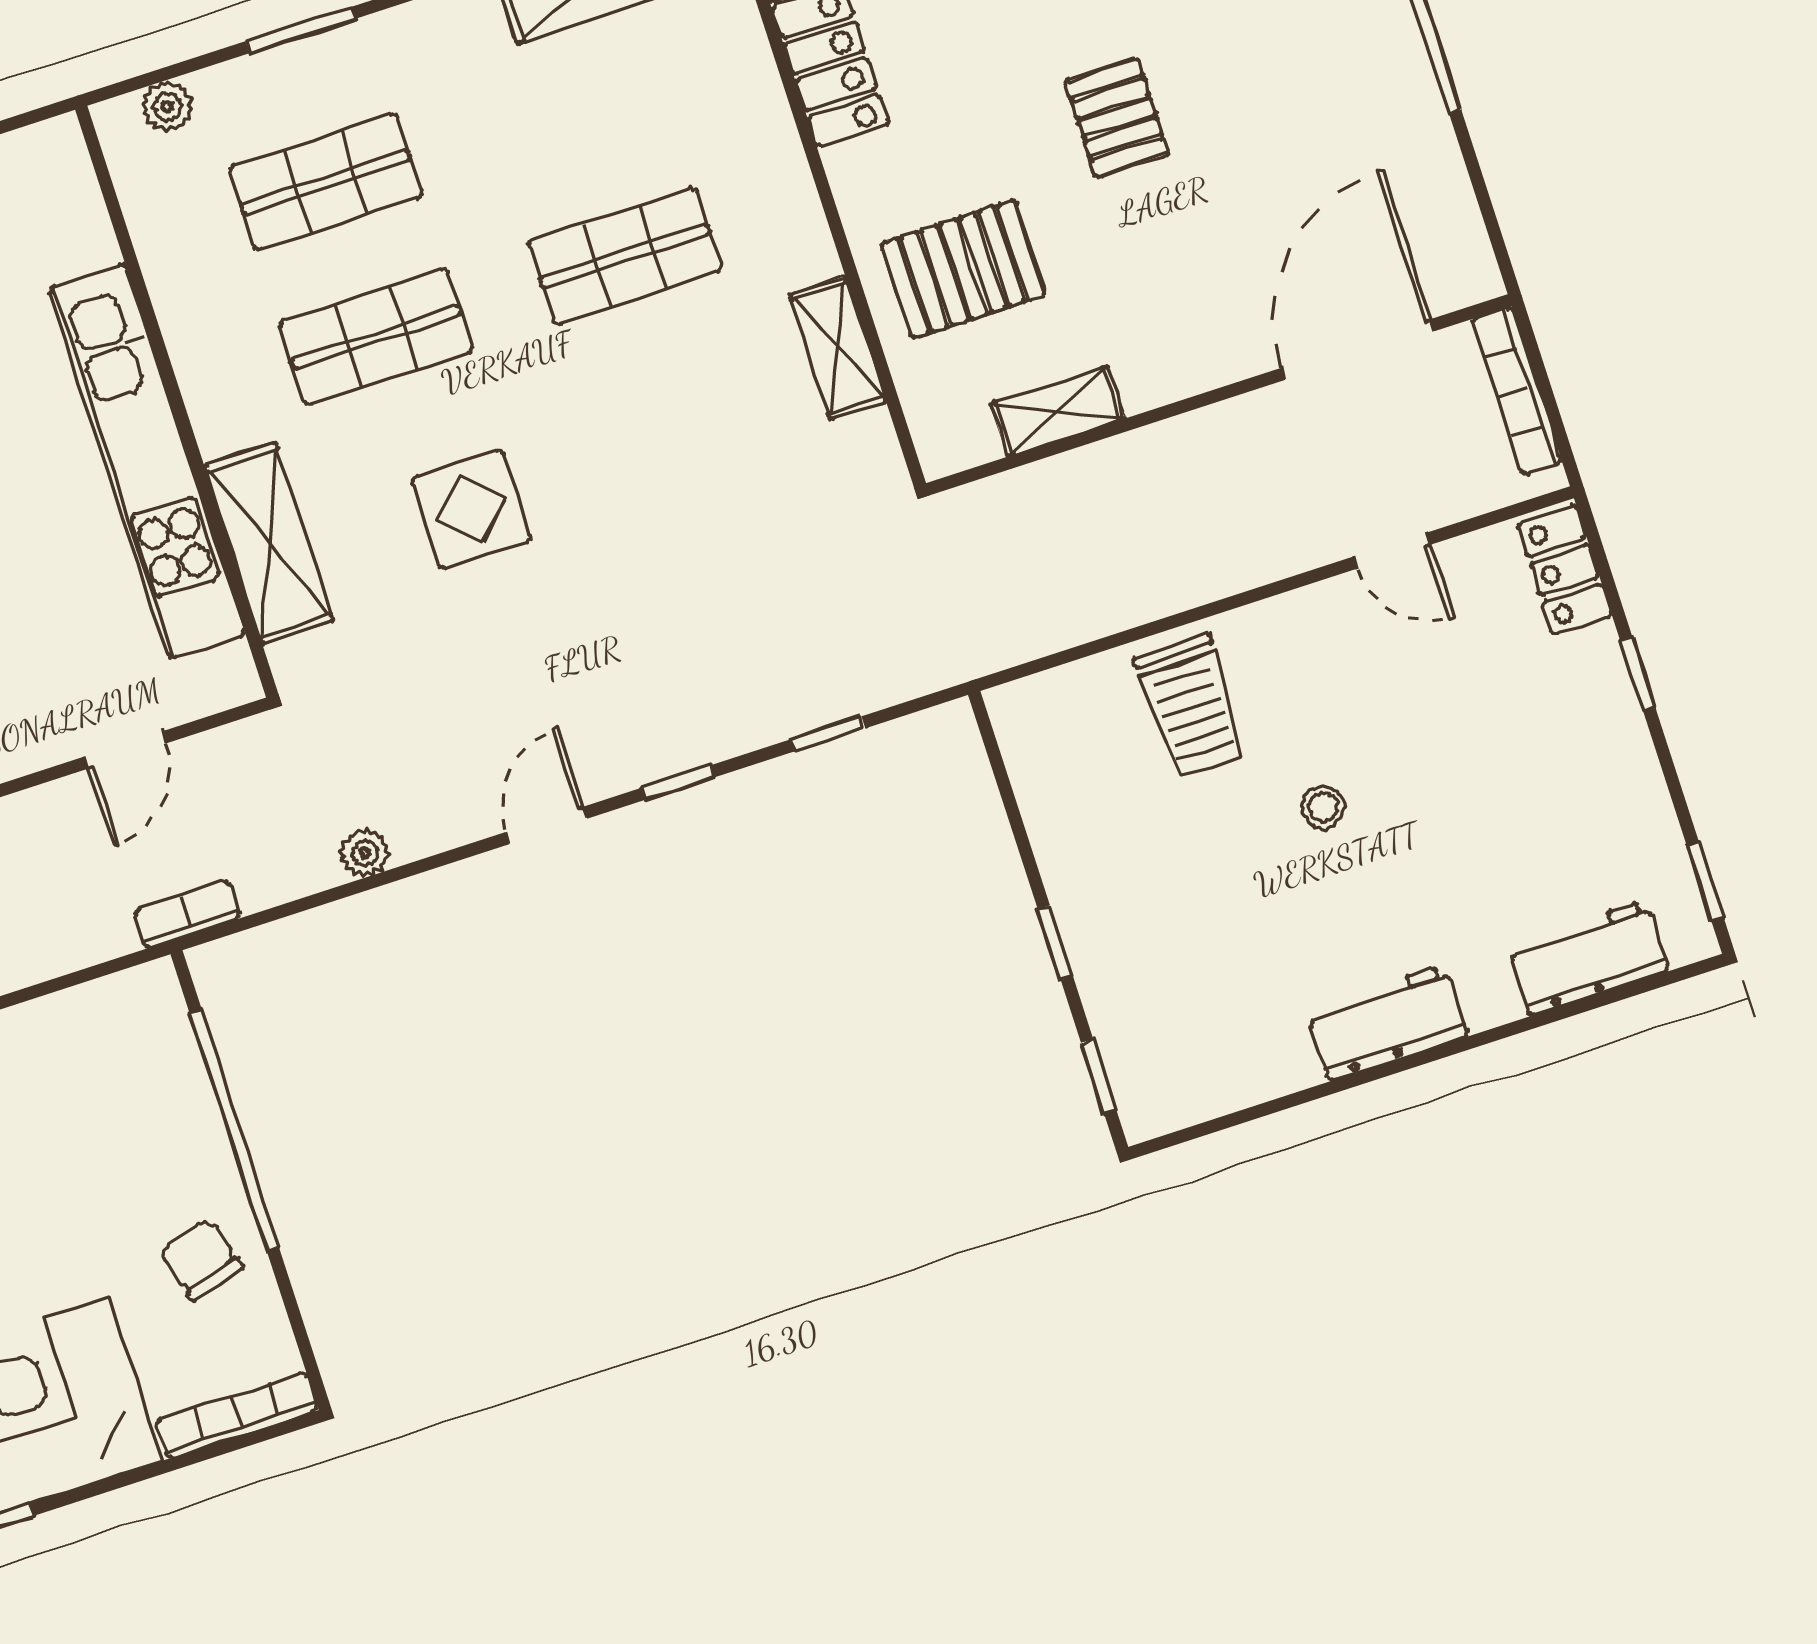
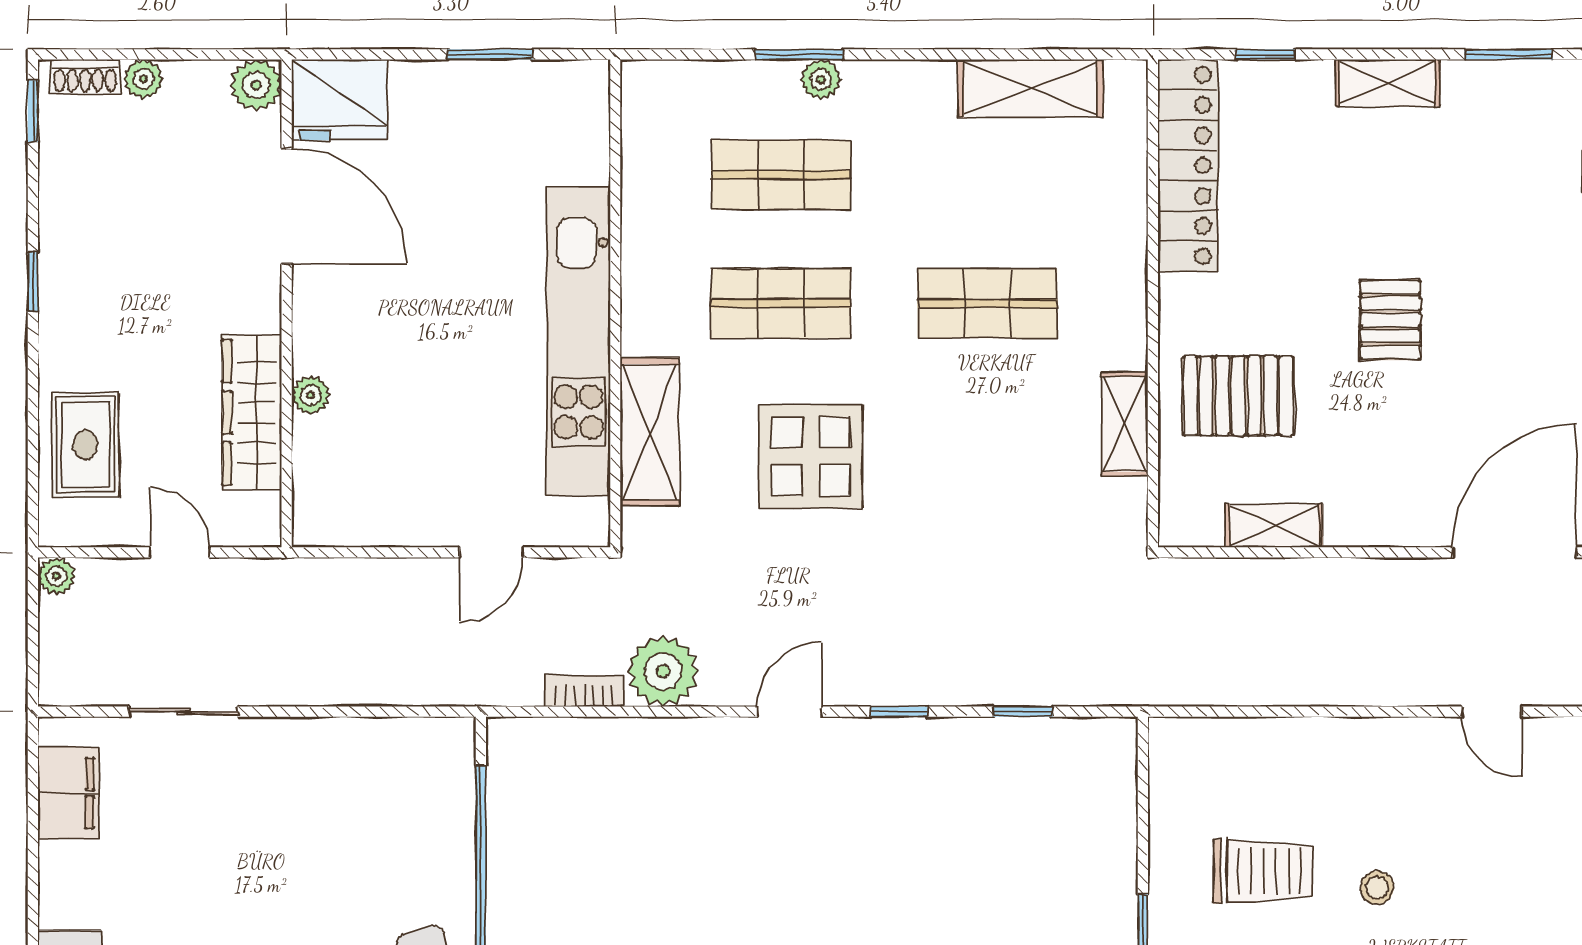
plant: (167, 106) -> (821, 79), moved
display table: (472, 509) -> (811, 456), width x1.36, depth x1.36
trolley: (1191, 706) -> (1263, 871), moved, turned -90
plant: (365, 853) -> (663, 671), width x1.87, depth x1.87
bookcase: (187, 914) -> (584, 691), moved

